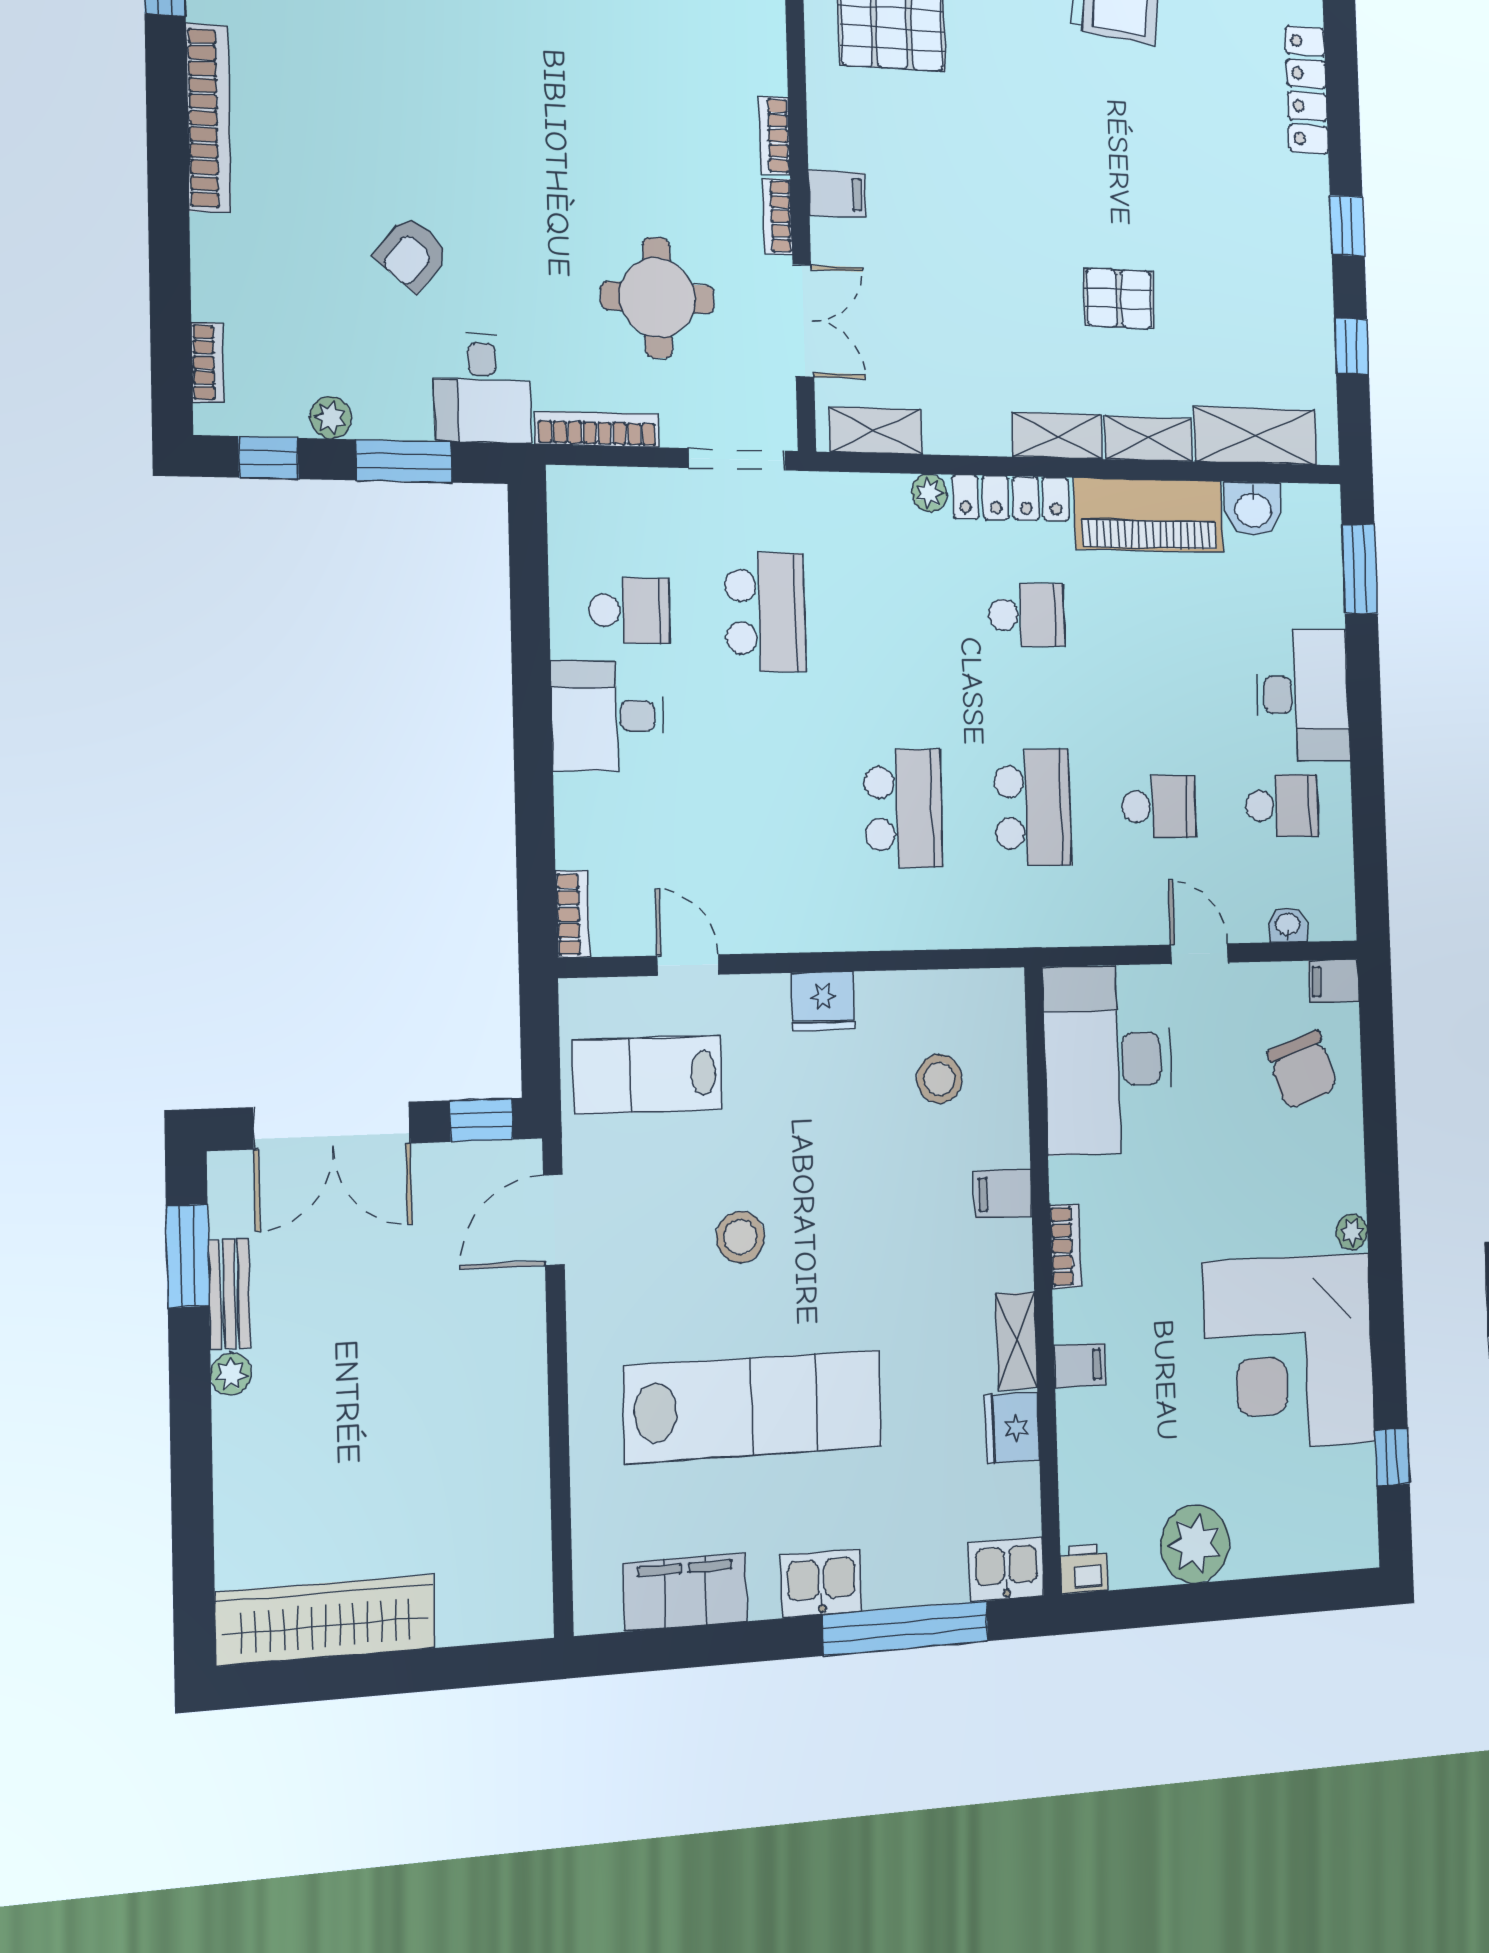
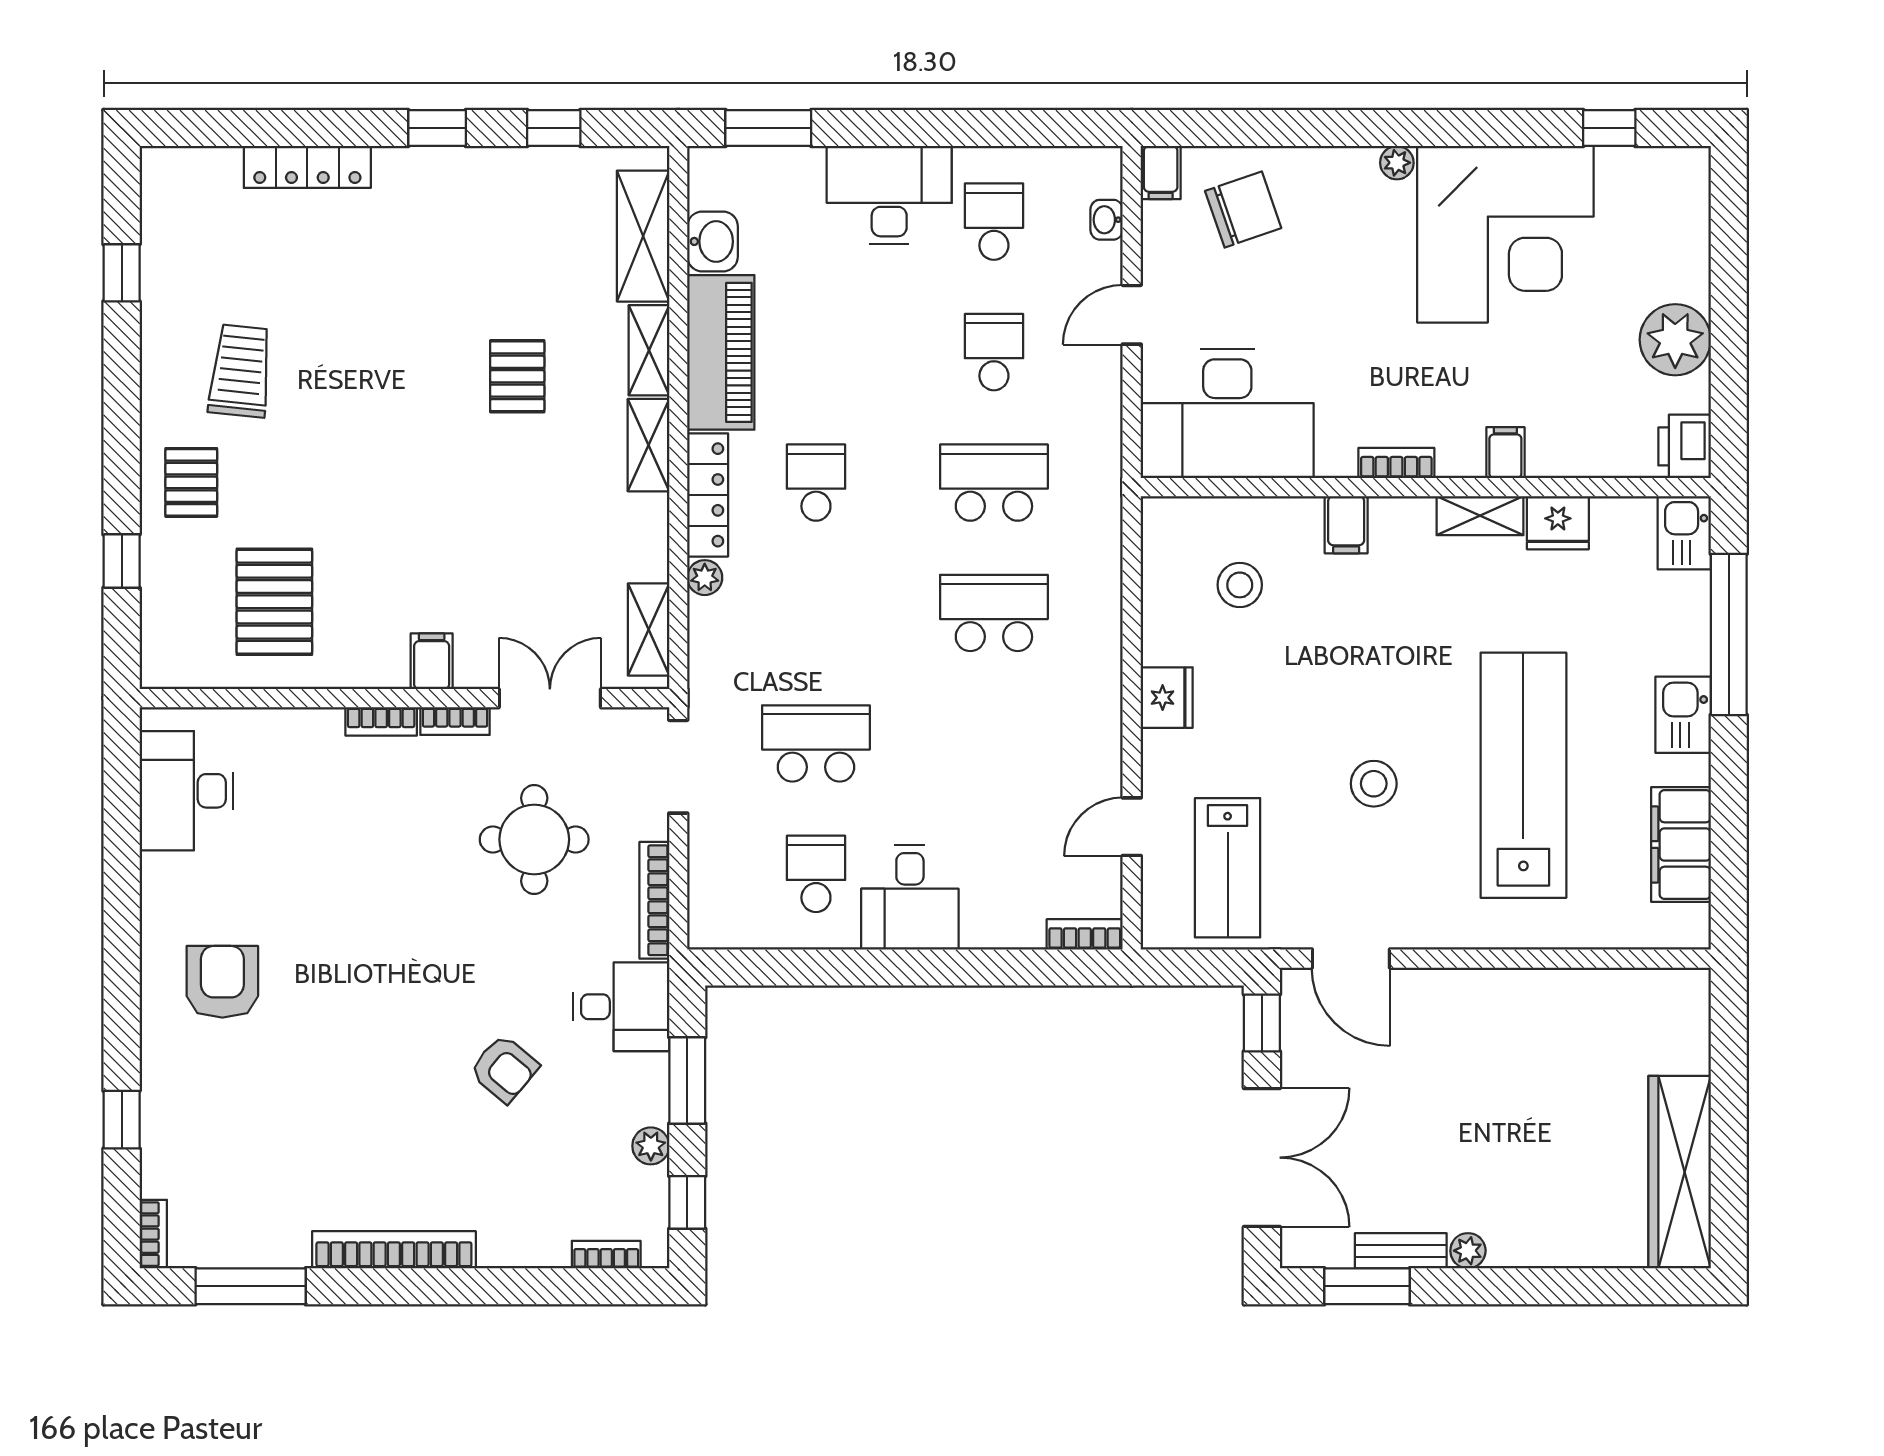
printer: (1084, 1569) -> (1685, 446), width x1.36, depth x1.24

